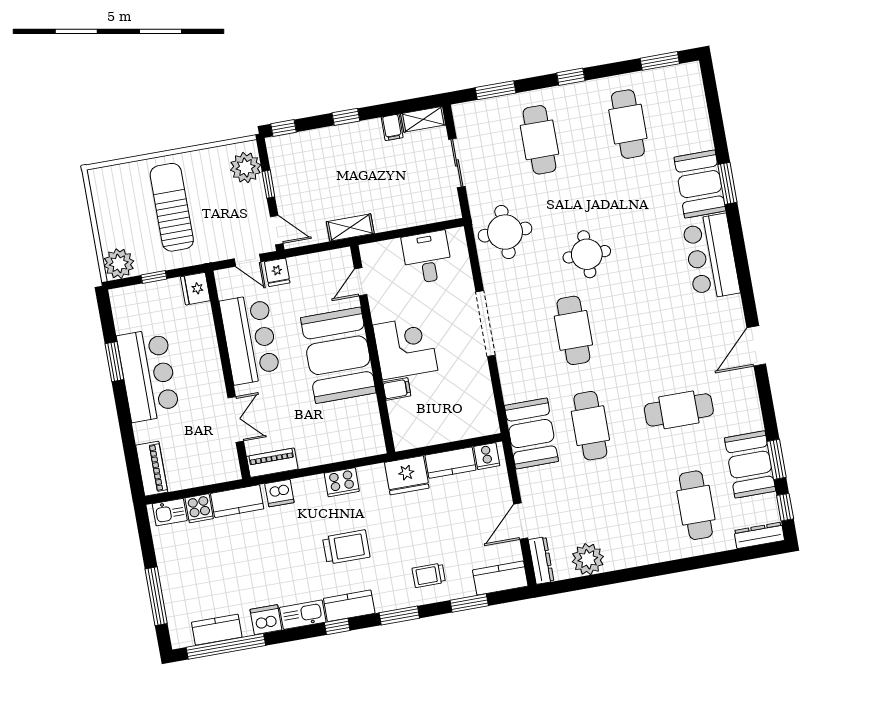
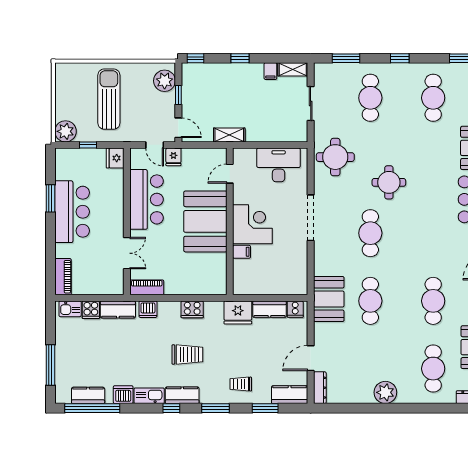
desk: (427, 257) -> (279, 165), width x1.37
cafe table: (679, 410) -> (433, 301), turned 90
plant: (588, 559) -> (385, 392), moved

